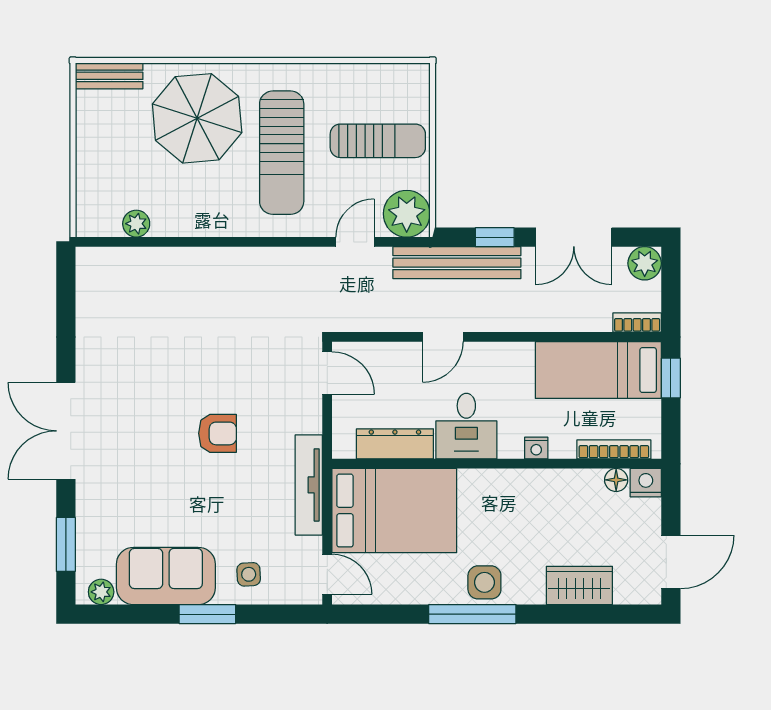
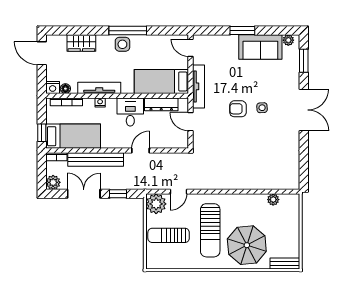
sun lounger: (282, 153) -> (210, 230), turned 180
bench: (457, 263) -> (96, 159), moved
door: (327, 373) -> (191, 122), moved
tv unit: (538, 482) -> (99, 88), added
bed: (394, 511) -> (161, 81), width x0.67
door: (671, 562) -> (42, 53), hinge flipped
side table: (249, 574) -> (262, 108), moved

